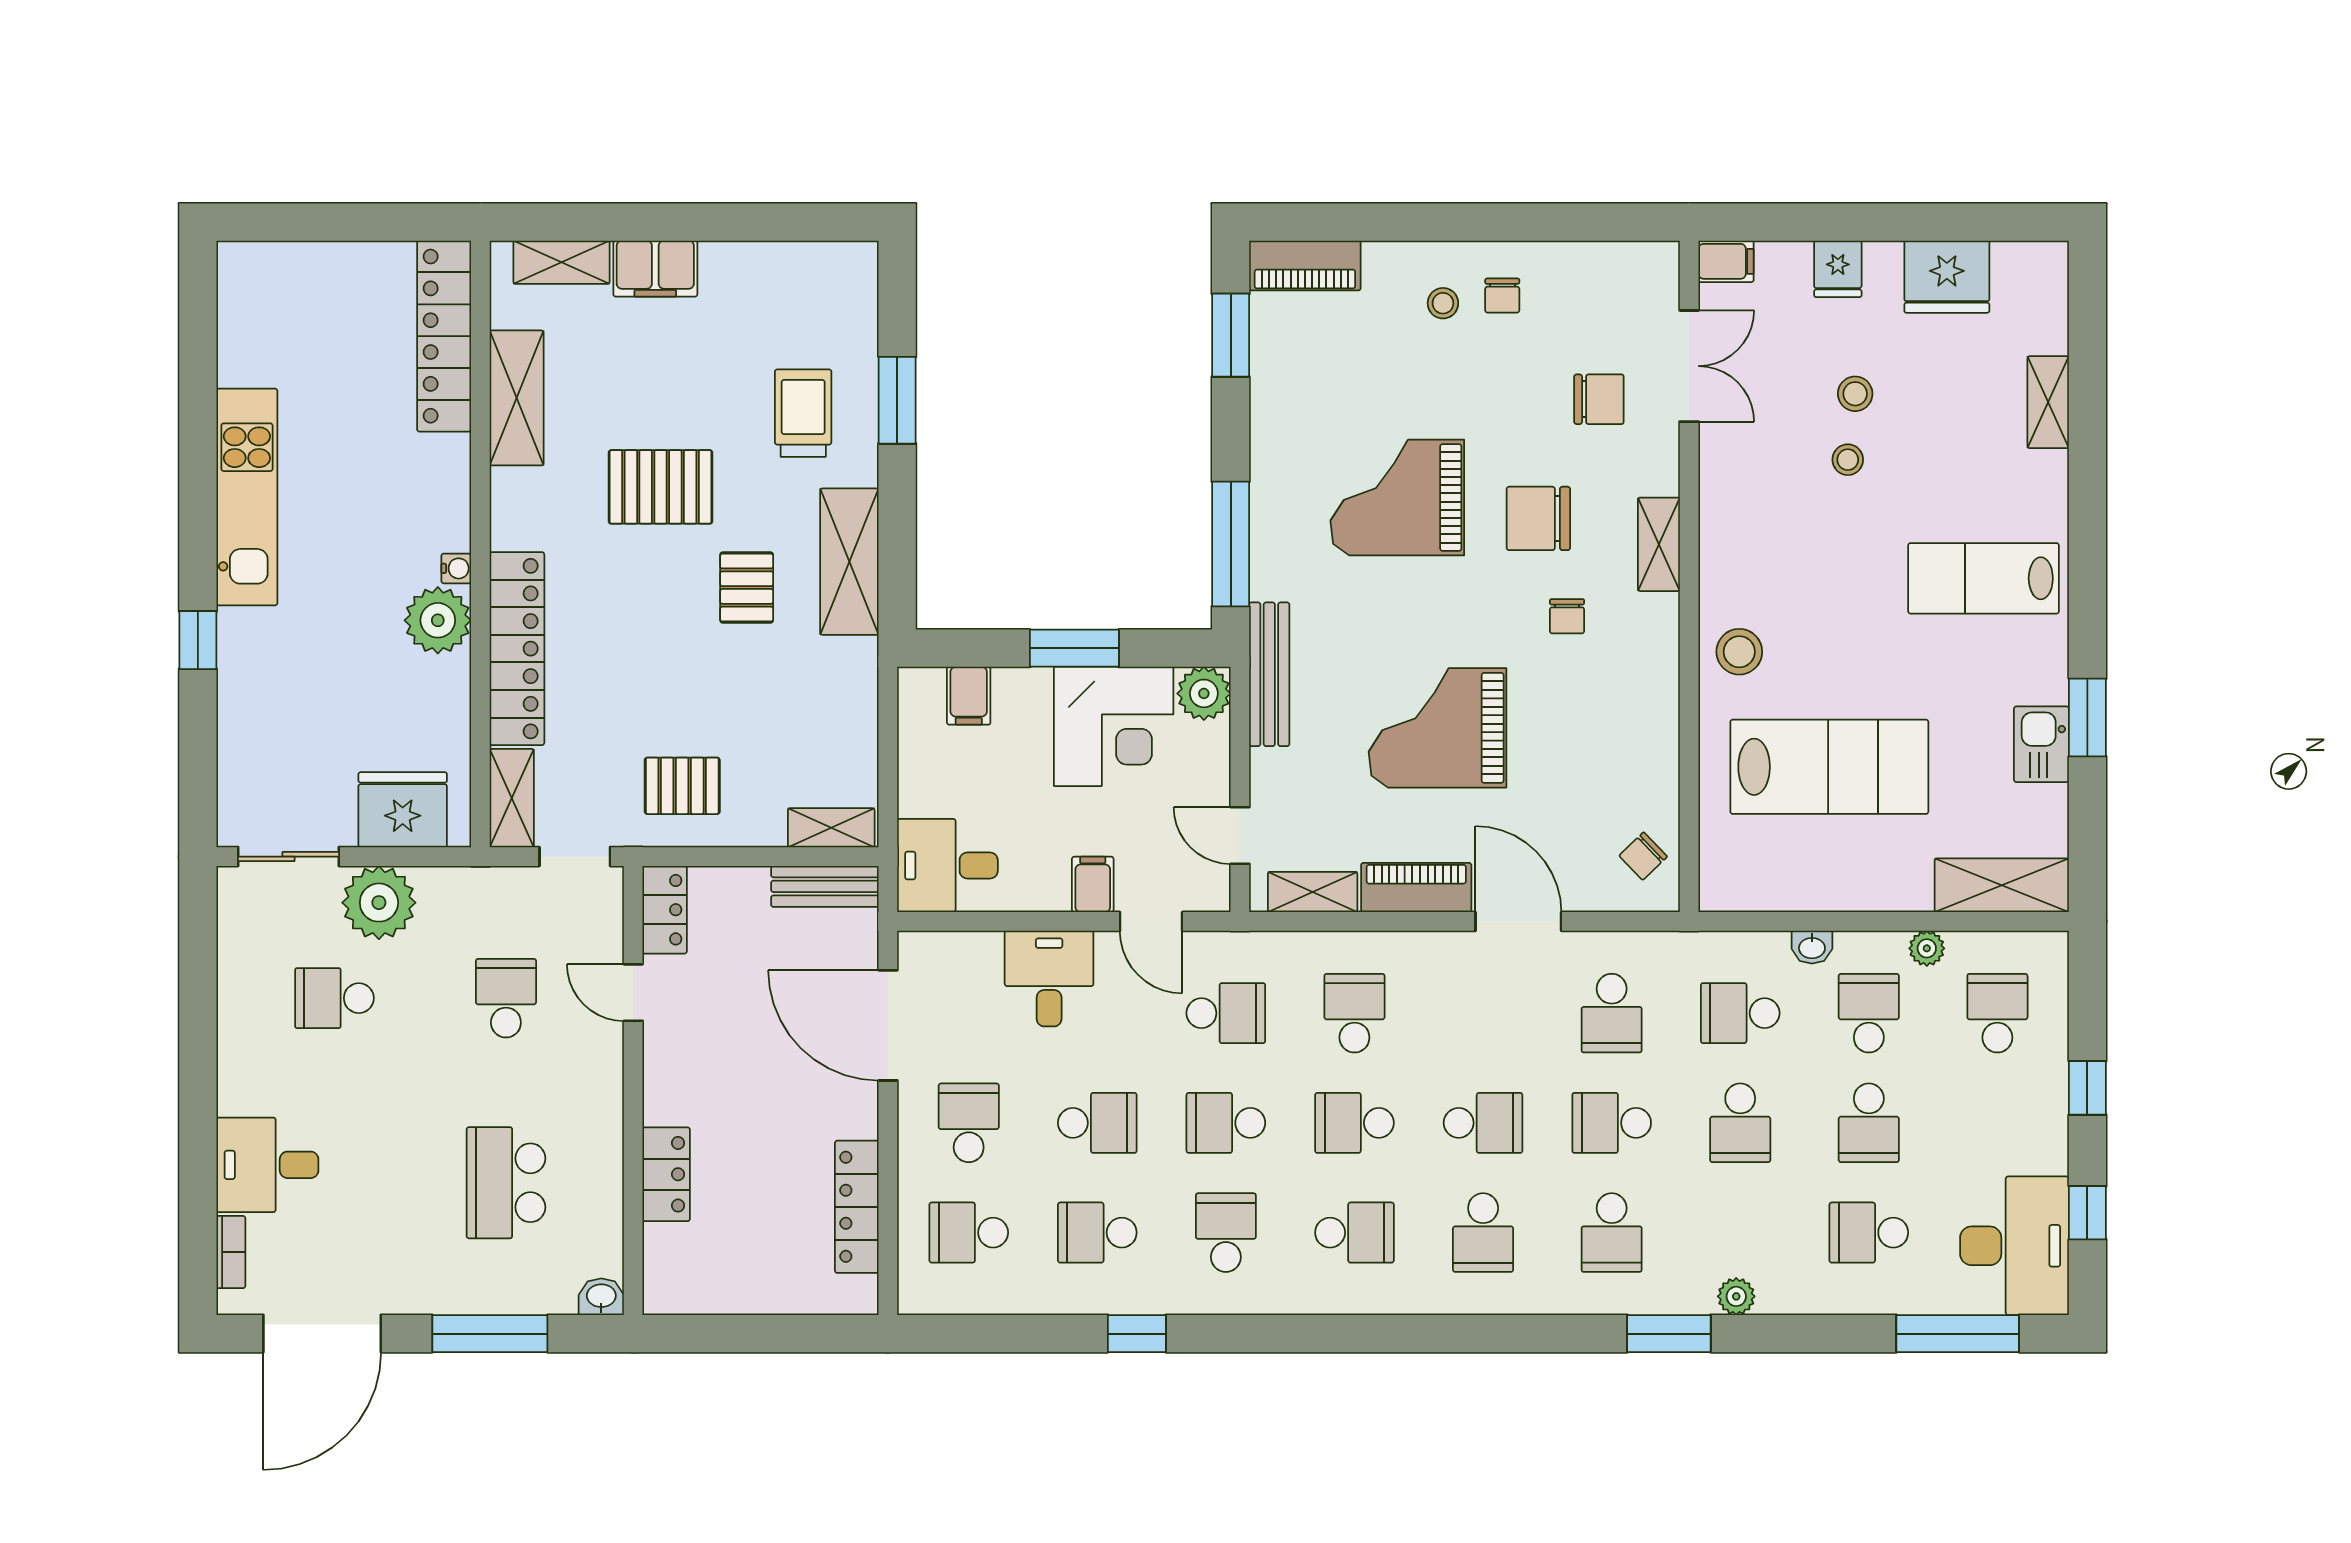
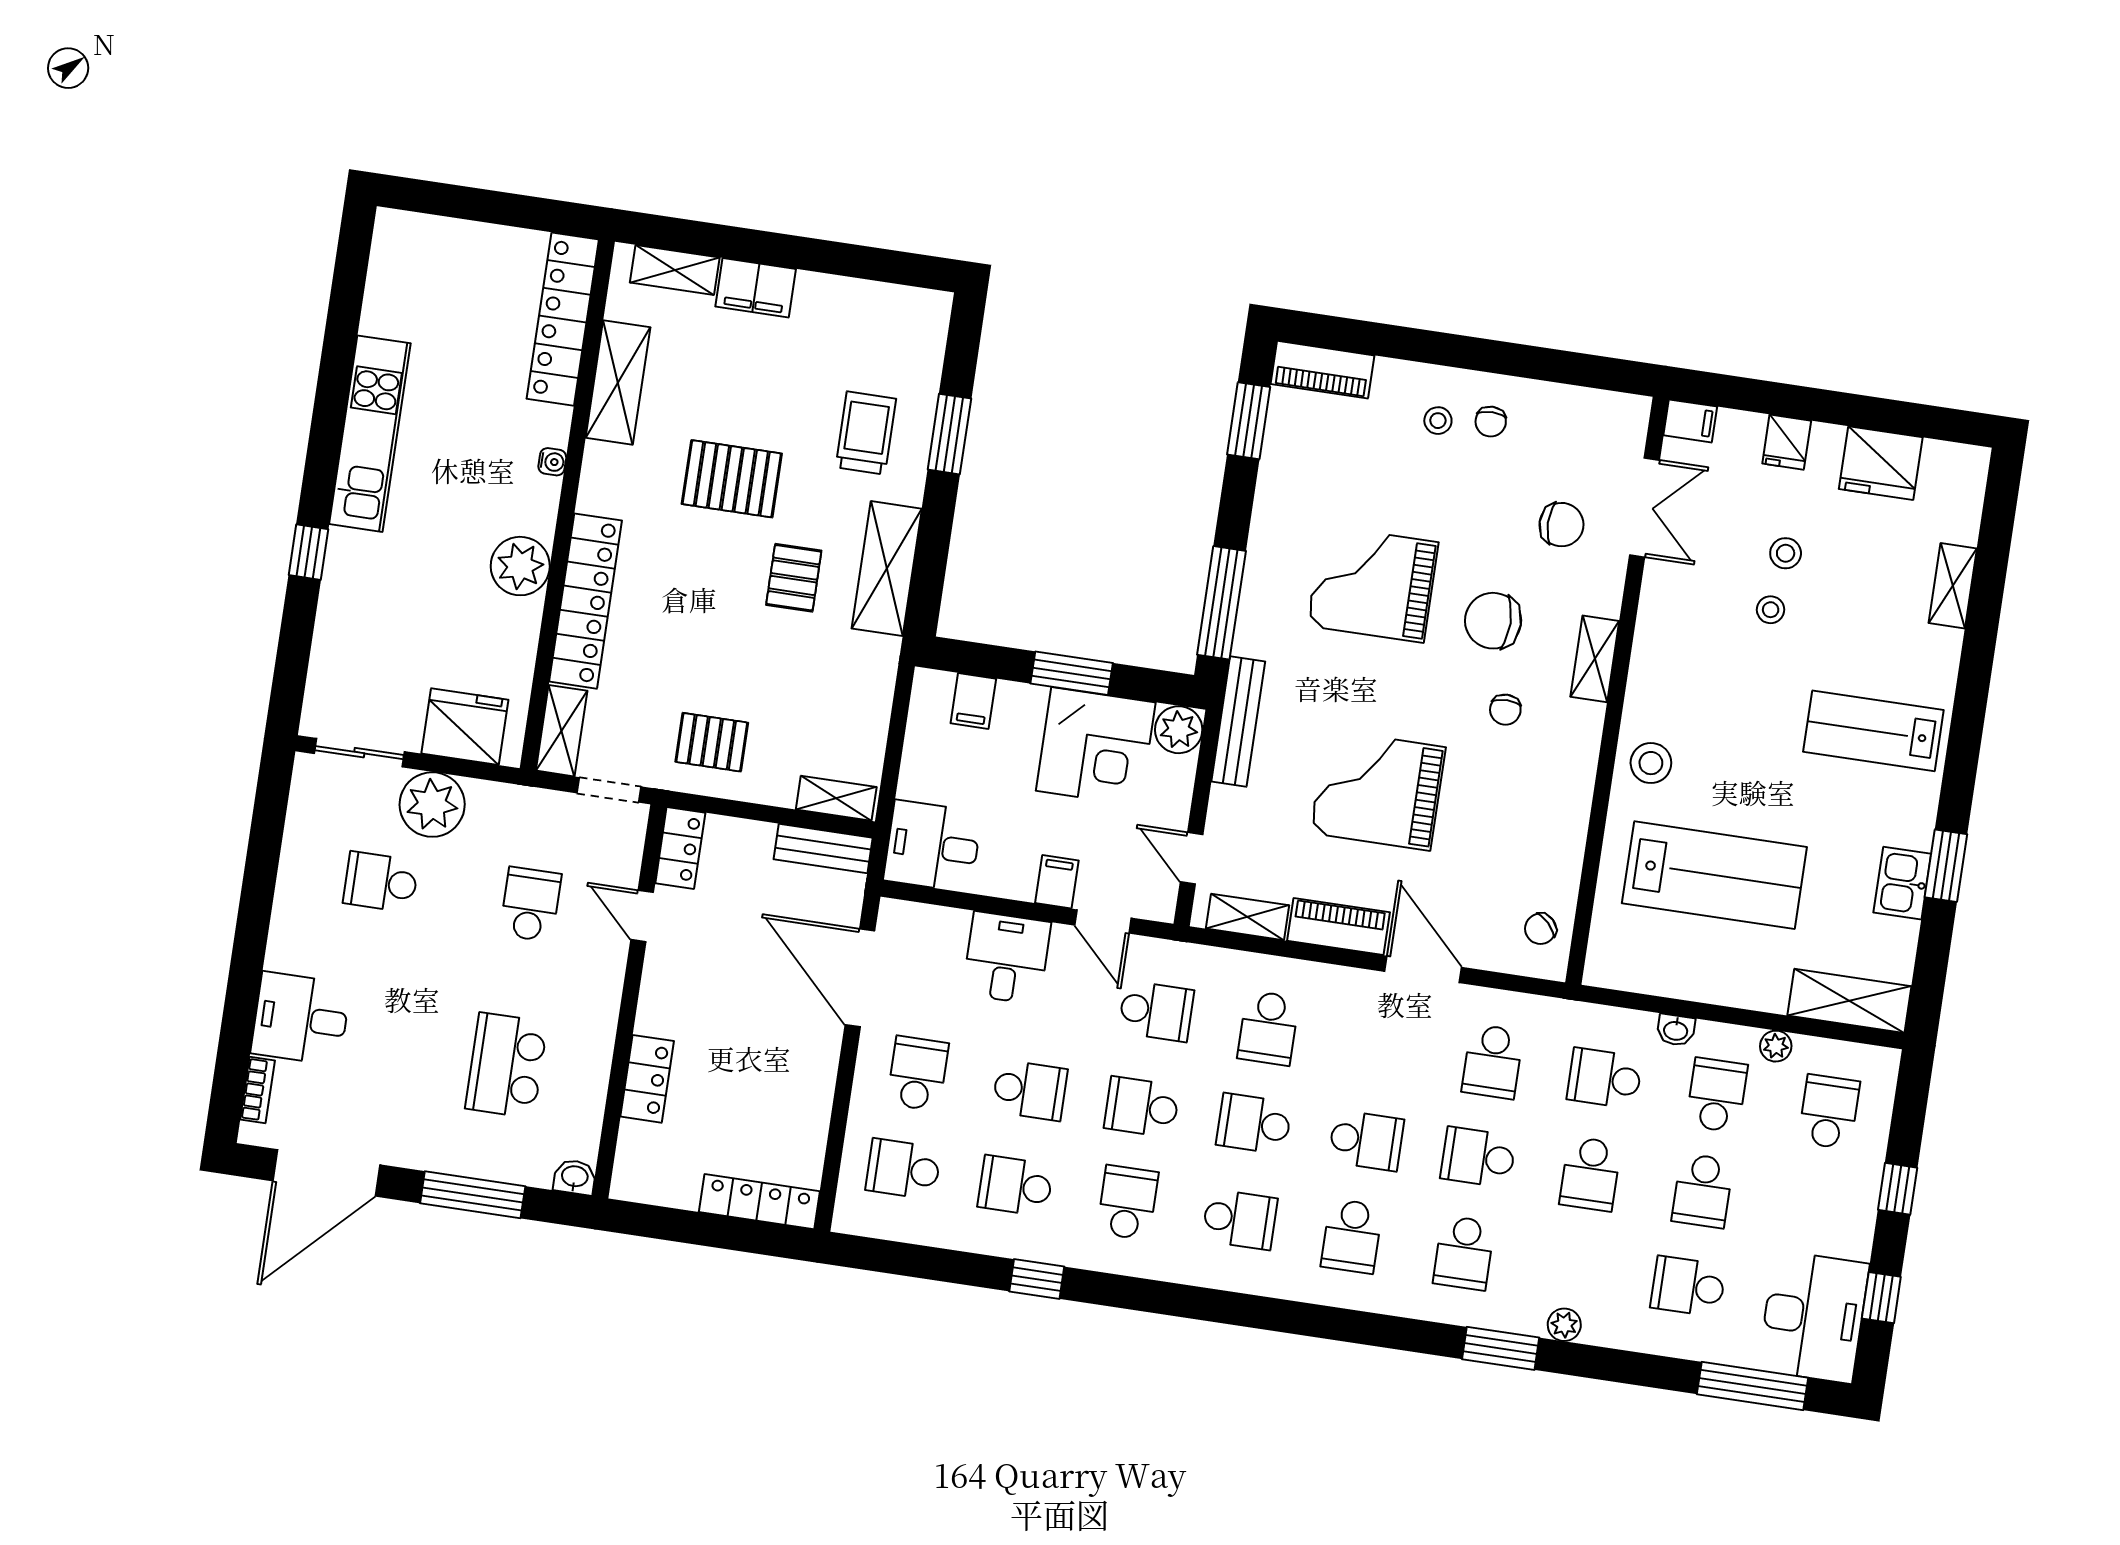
water cooler: (456, 568) -> (552, 462), moved
school desk: (1354, 1013) -> (1268, 1028), turned 180
locker: (857, 1207) -> (759, 1202), moved, turned 90

